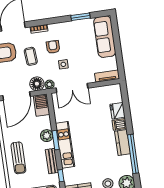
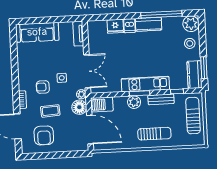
window: (81, 17) -> (14, 55), removed

